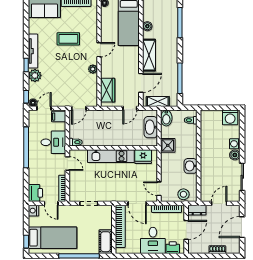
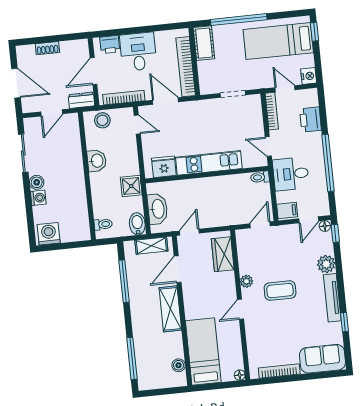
boiler: (147, 26) -> (179, 365), moved
coffee table: (68, 39) -> (280, 291), moved
window: (26, 65) -> (344, 322), moved
printer: (35, 193) -> (310, 120), moved
door: (242, 227) -> (16, 83), hinge flipped

